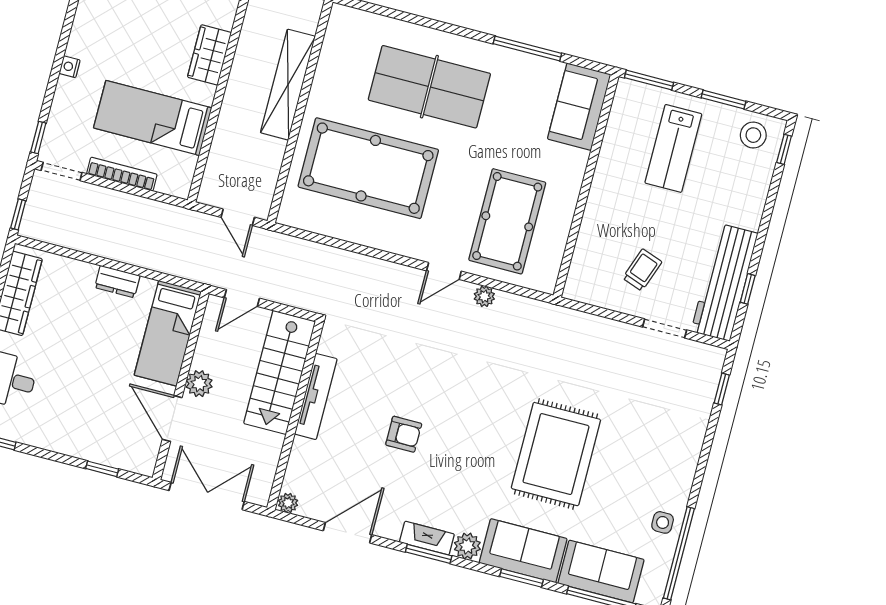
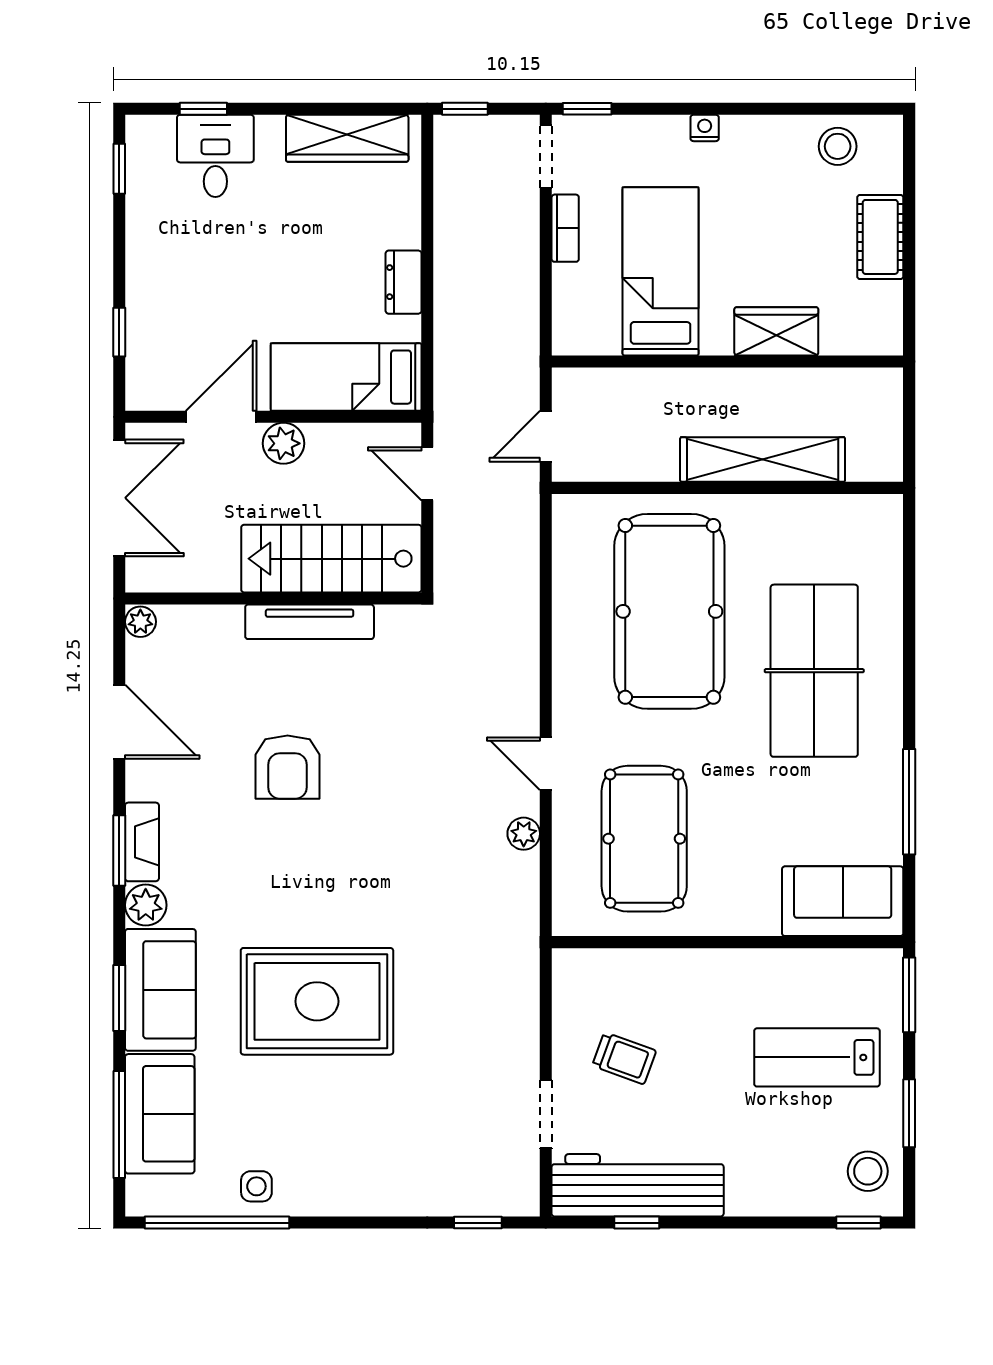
bookcase: (122, 174) -> (565, 228), width x0.64
pool table: (507, 221) -> (644, 839), turned 90
armchair: (404, 434) -> (288, 767), width x1.38, depth x1.38

